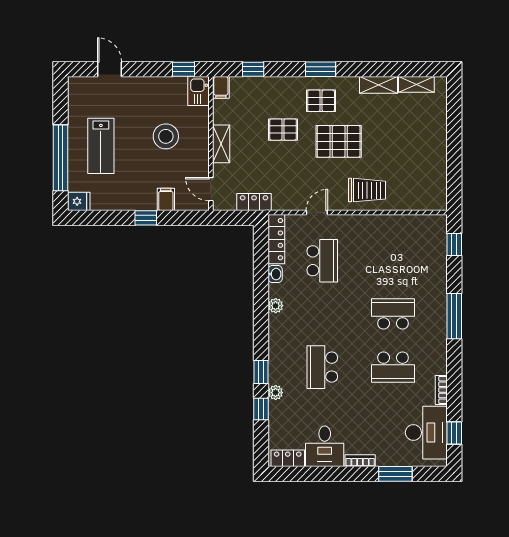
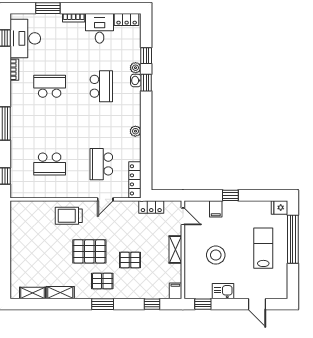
kitchen sink: (198, 91) -> (223, 291), moved, turned -90
washbasin: (275, 274) -> (136, 80), moved
school desk: (393, 314) -> (50, 164), moved

